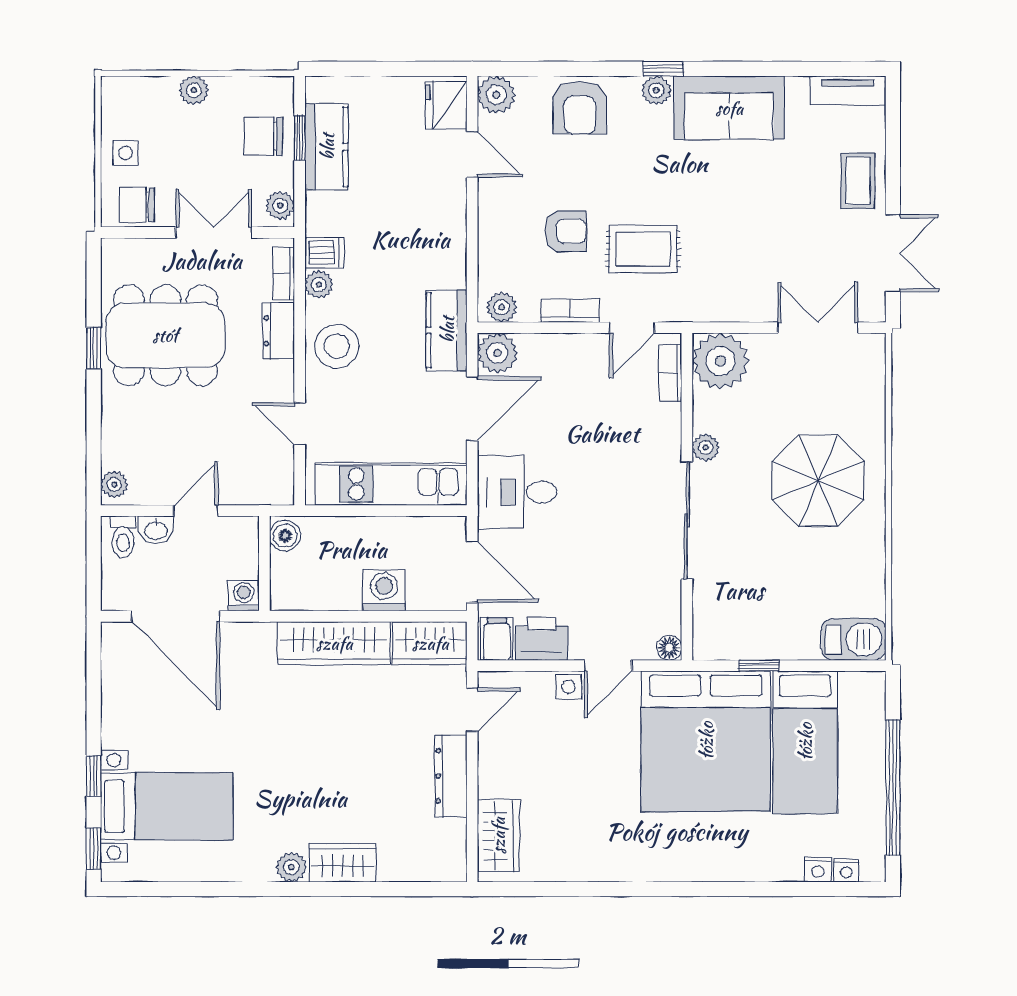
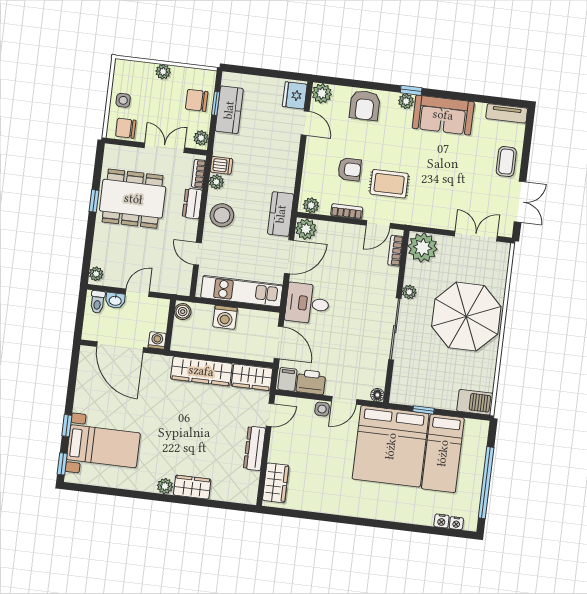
parasol: (818, 481) -> (466, 317), width x1.36, depth x1.36
washing machine: (384, 590) -> (225, 317), moved, turned 180

